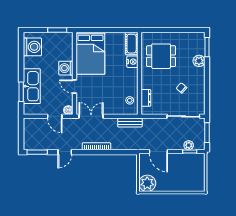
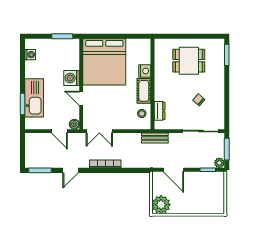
cot: (132, 44) -> (144, 91), moved
washing machine: (32, 47) -> (30, 55), width x0.53, depth x0.53
bed: (90, 53) -> (104, 62), width x1.36
dining table: (161, 56) -> (189, 61), moved
plant: (199, 61) -> (218, 70), removed
double door: (91, 116) -> (99, 131), swing flipped
bench: (130, 123) -> (155, 138), moved
plant: (189, 145) -> (219, 163), moved

